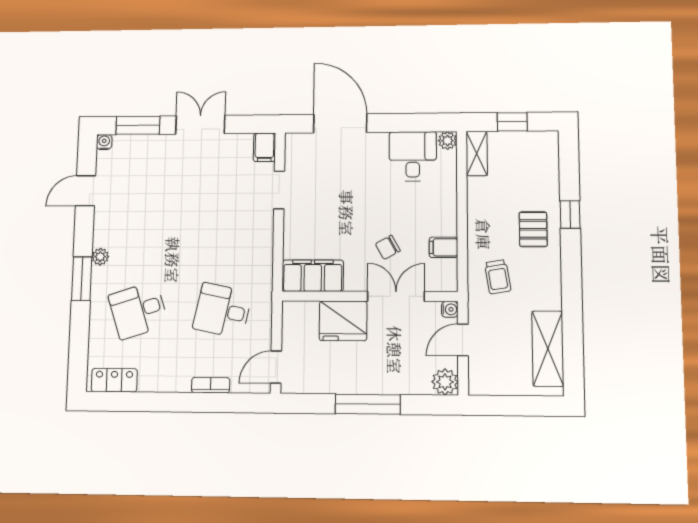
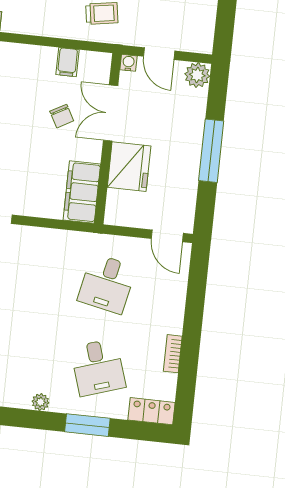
window: (82, 279) -> (87, 425), moved
locker: (114, 380) -> (151, 411), moved, turned 90
bookcase: (211, 385) -> (173, 354), moved

